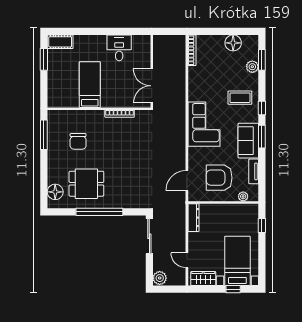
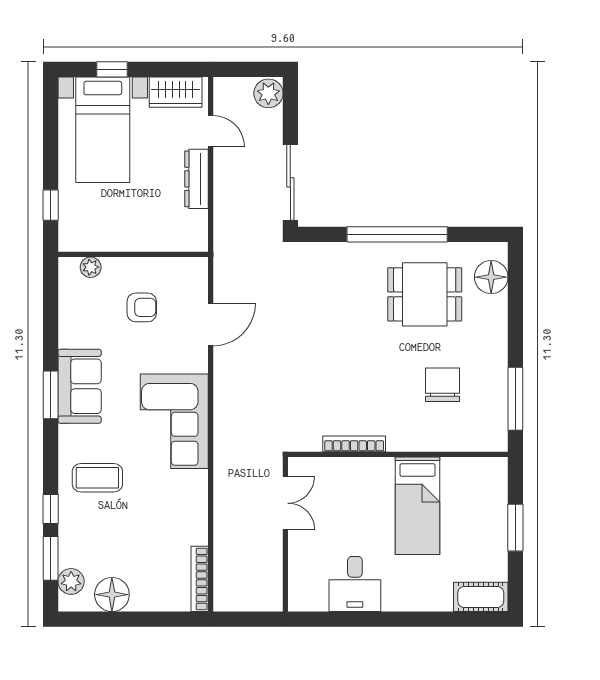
window: (44, 59) -> (515, 528), moved
plant: (252, 67) -> (71, 581), moved
double door: (152, 86) -> (285, 503), width x0.73
window: (262, 108) -> (51, 509), moved
tv unit: (254, 171) -> (68, 321), removed
armchair: (219, 178) -> (142, 307), width x0.53, depth x0.53
door: (187, 181) -> (211, 325), moved
dresser: (194, 218) -> (196, 179), moved

